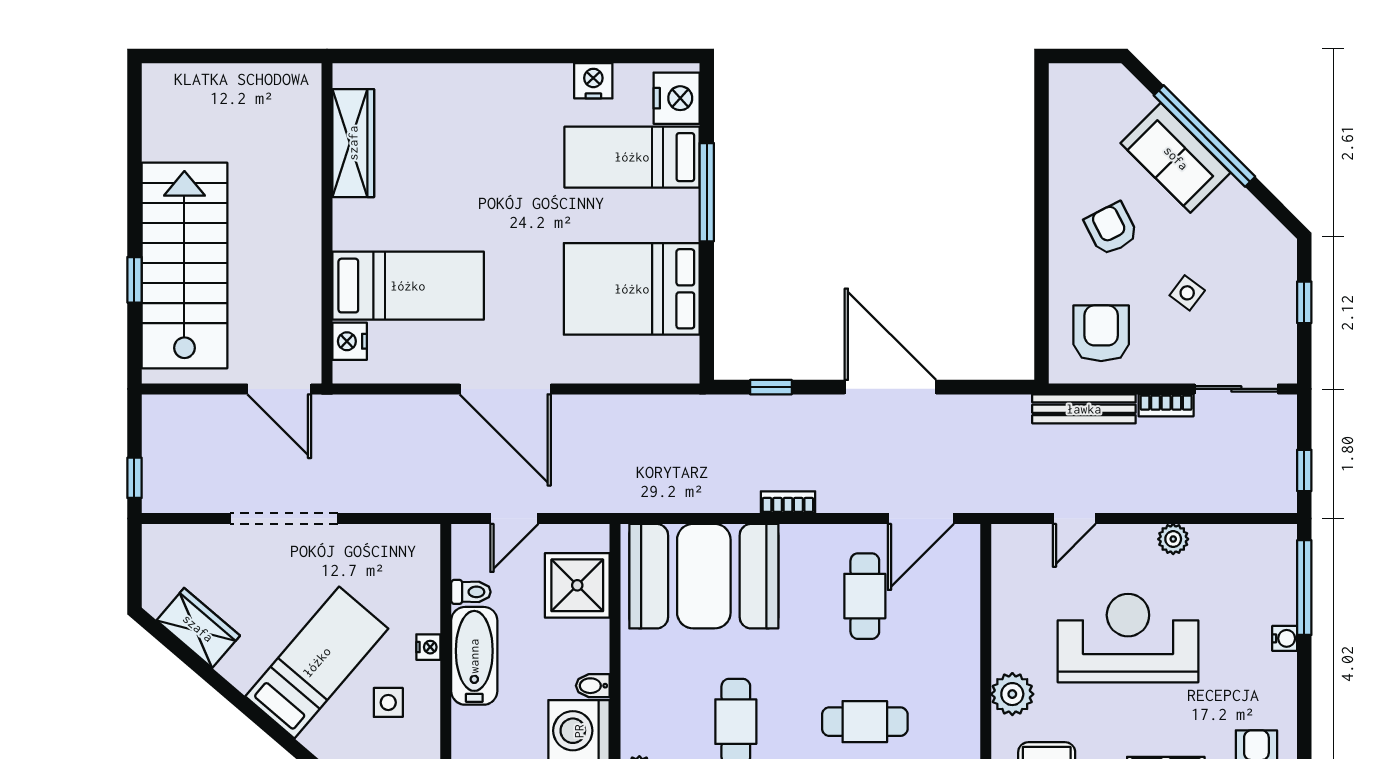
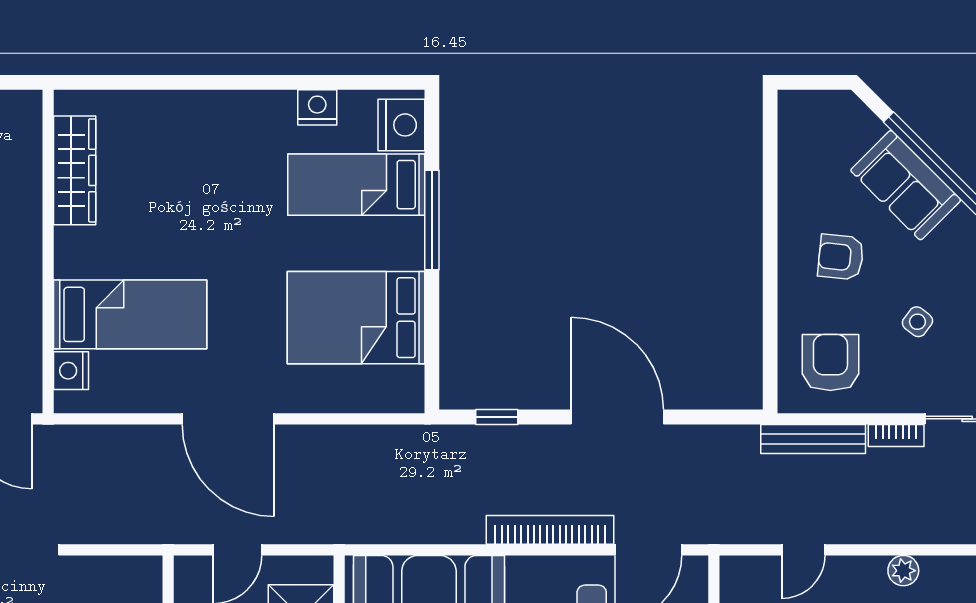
armchair: (1111, 229) -> (841, 257), turned -57
bookcase: (788, 502) -> (550, 530), width x2.31, depth x1.31

